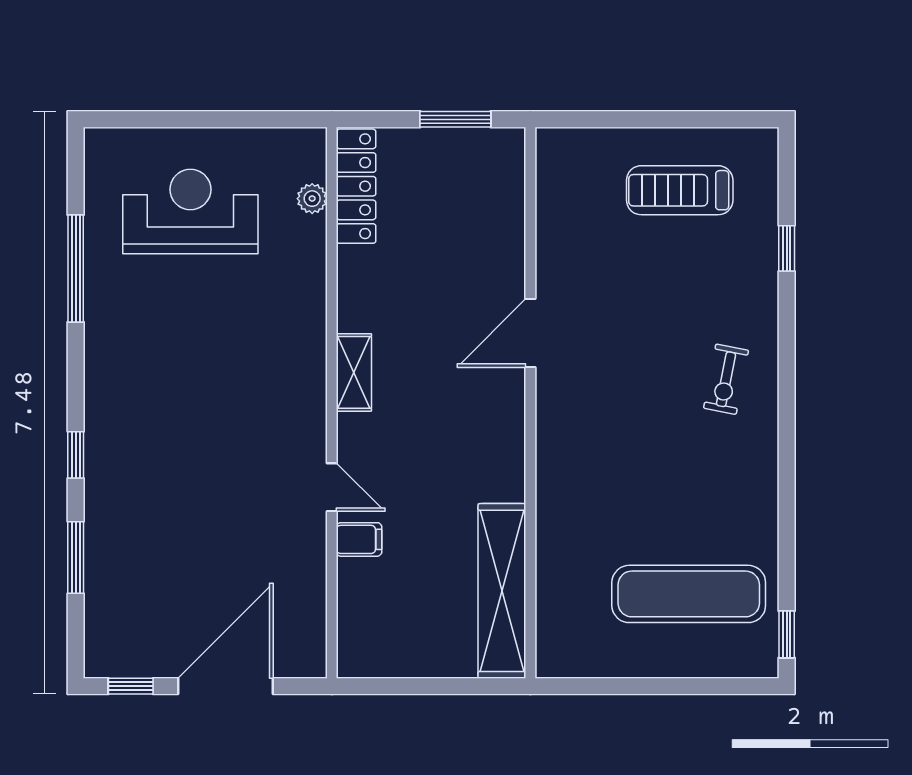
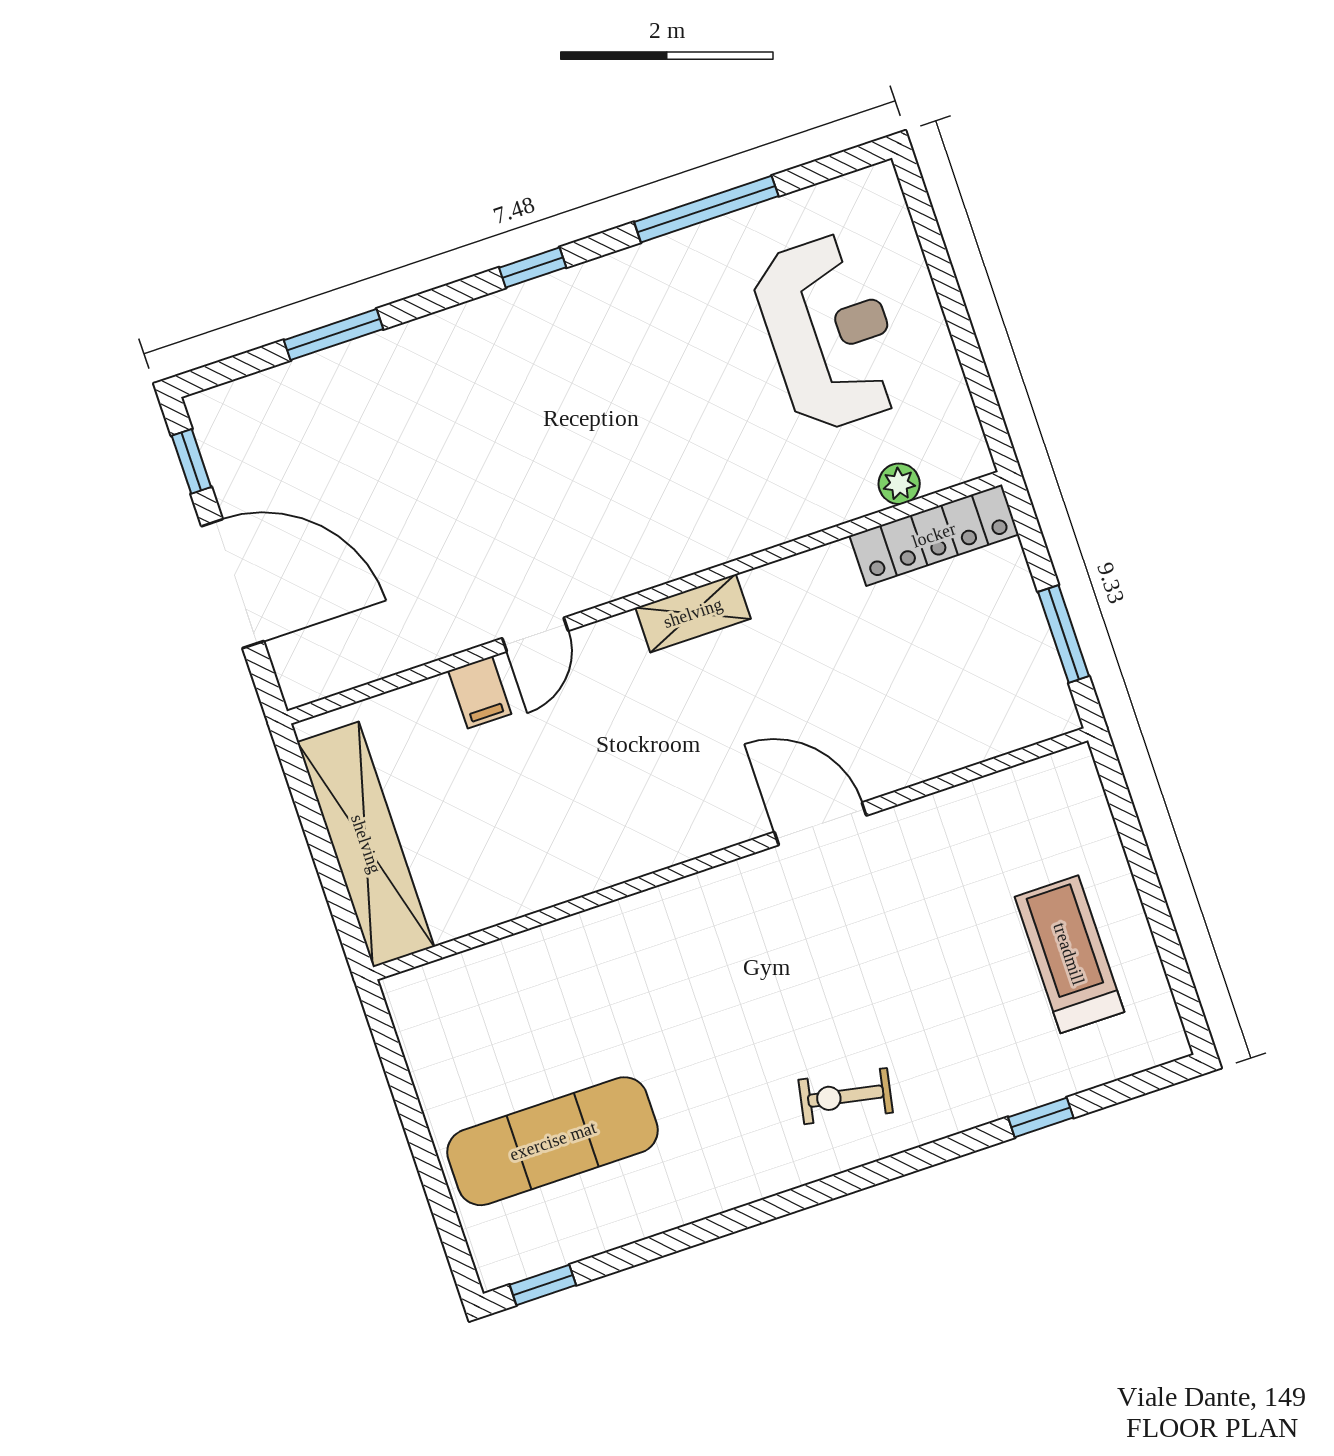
window: (76, 455) -> (533, 267), moved
shelving: (502, 591) -> (366, 844), moved, turned 90
exercise mat: (689, 594) -> (553, 1141), turned 90

